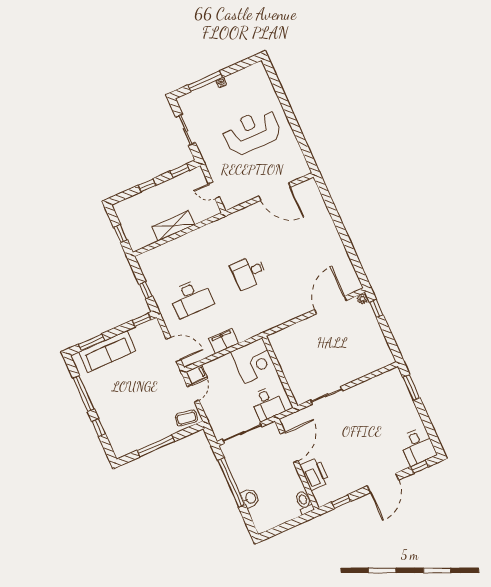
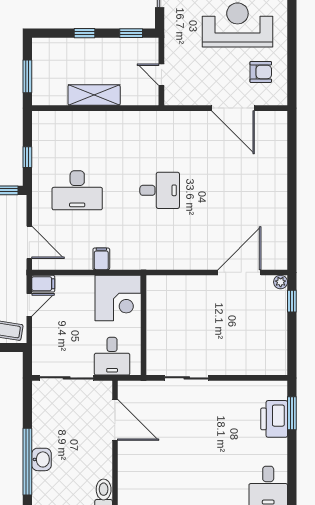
armchair: (283, 158) -> (261, 72), added
window: (120, 234) -> (27, 76), width x1.50
desk: (249, 272) -> (160, 190), turned 180
filing cabinet: (224, 341) -> (101, 259), width x0.50
door: (289, 447) -> (115, 420), hinge flipped
printer: (315, 474) -> (274, 419), moved, turned 180
window: (231, 482) -> (27, 462), moved

